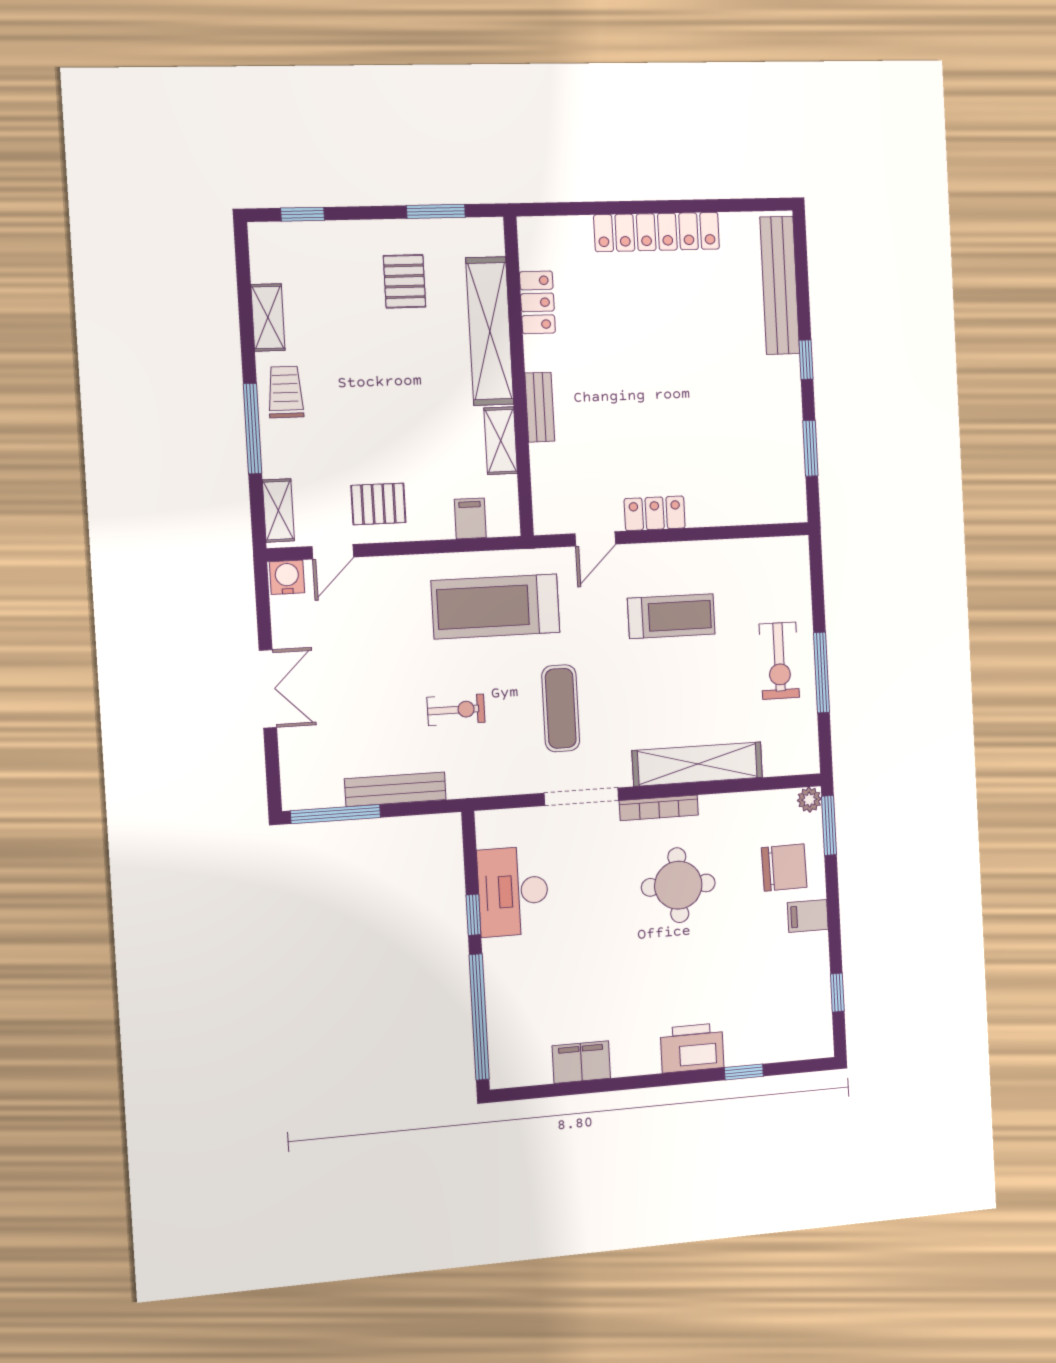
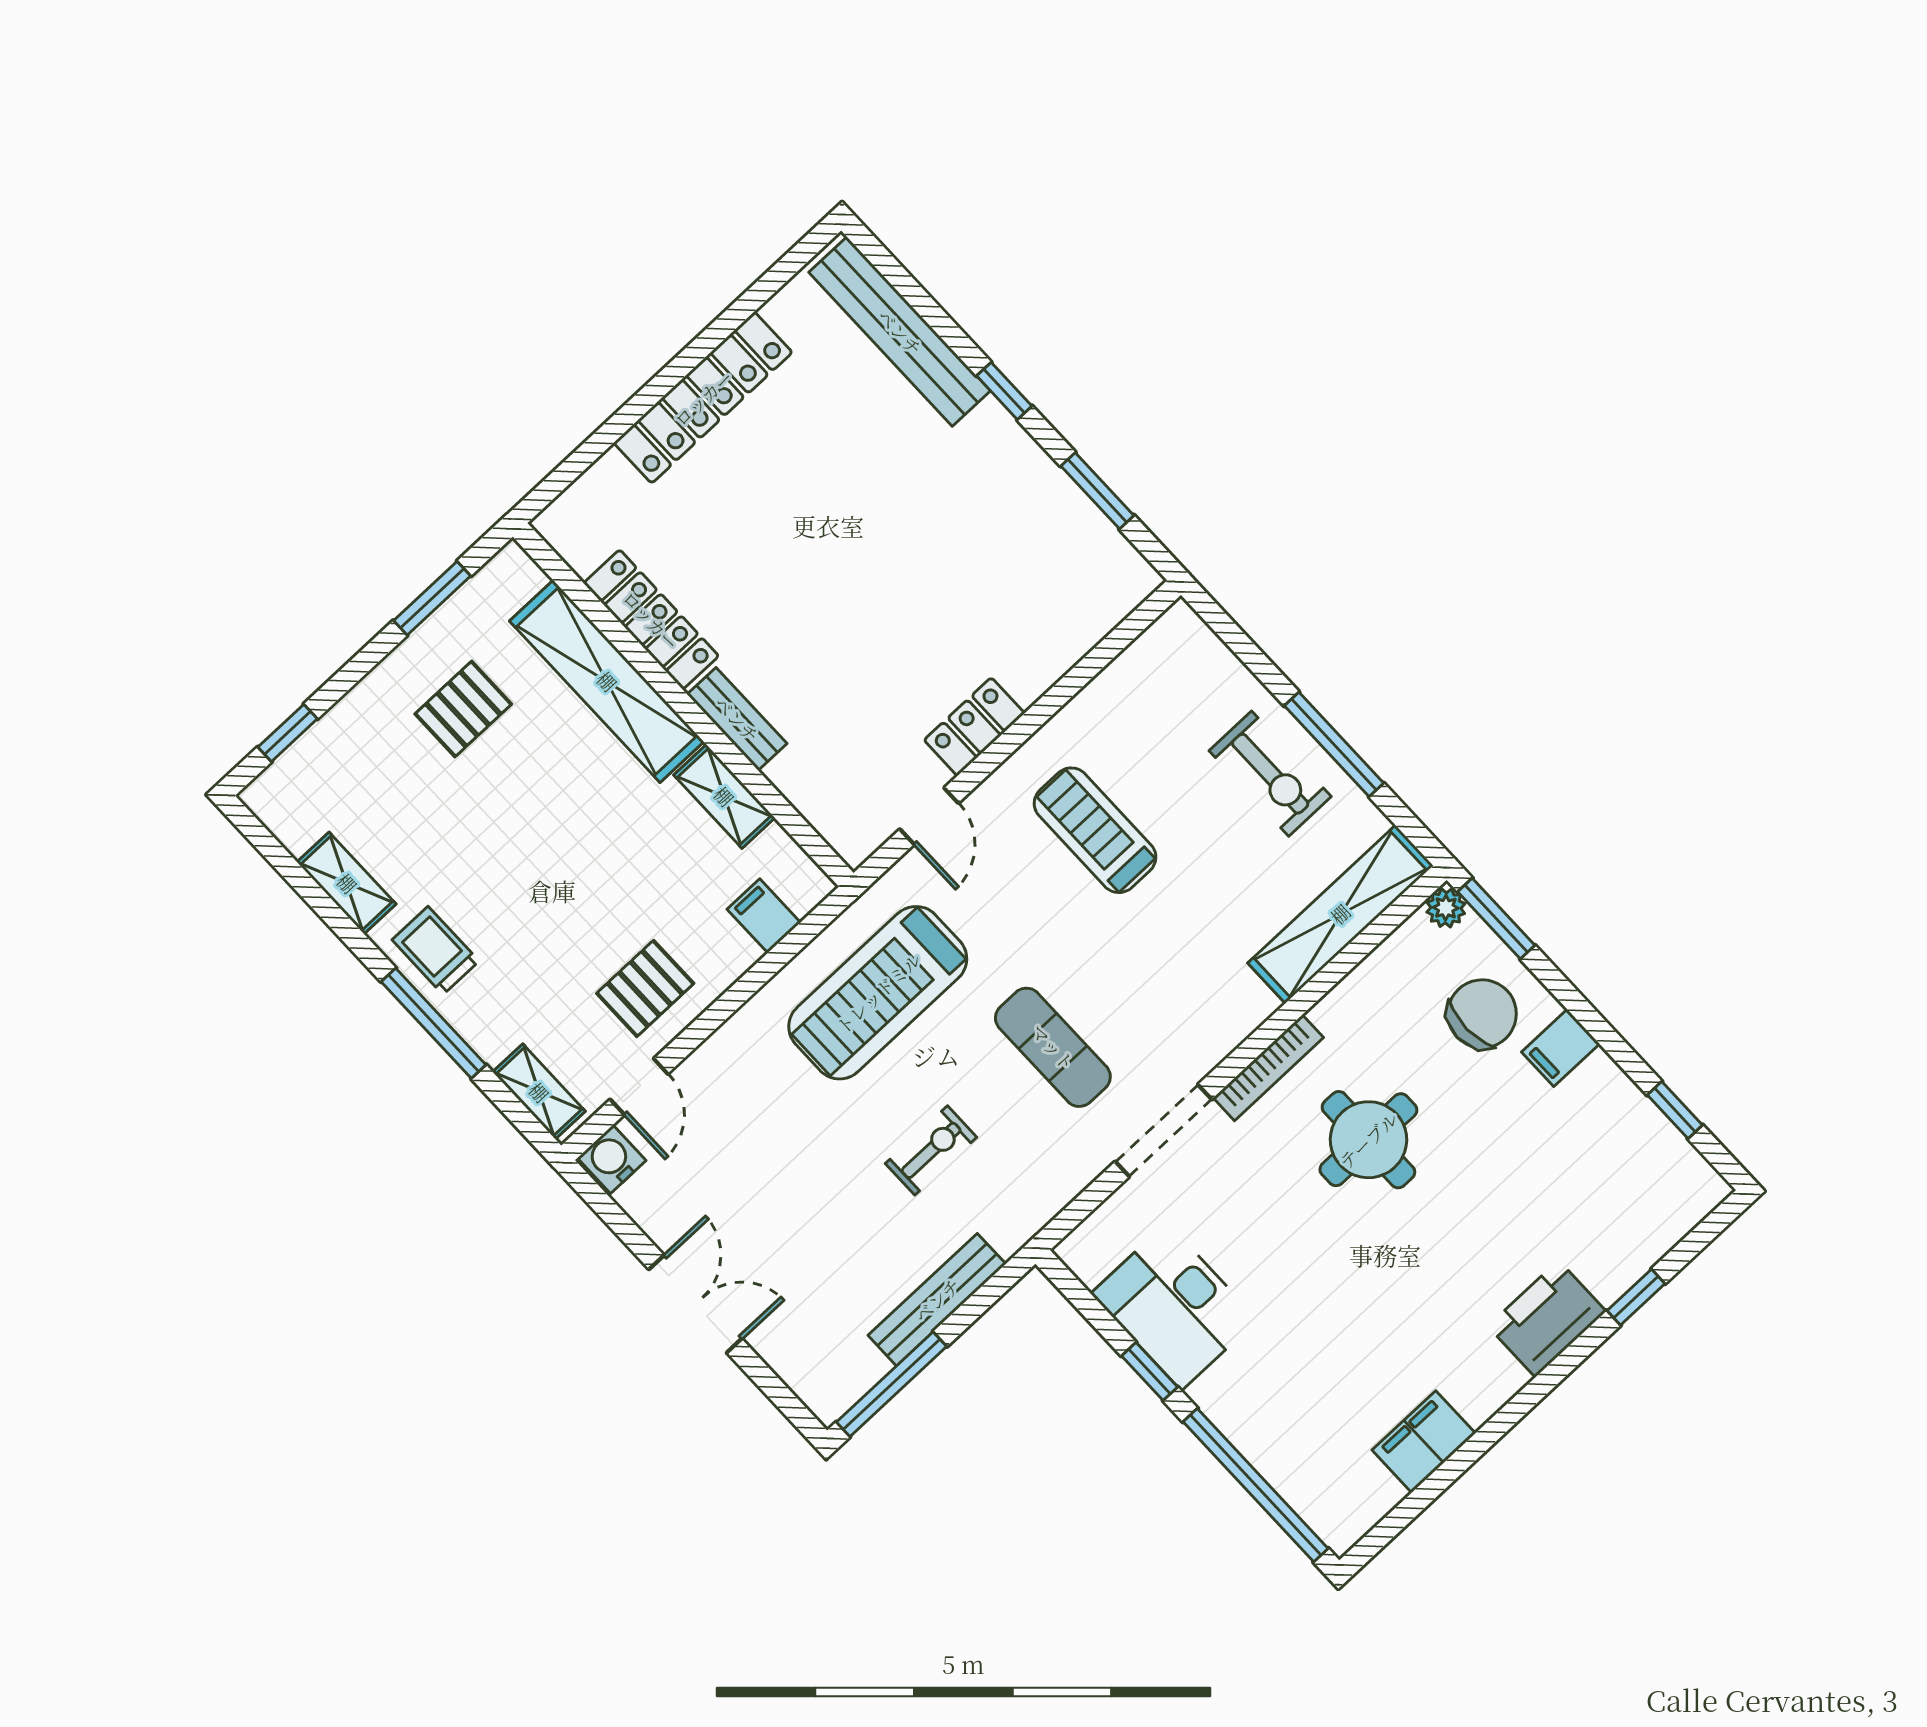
pallet: (404, 281) -> (463, 709), turned 90
locker: (537, 302) -> (651, 620), width x1.53
treadmill: (671, 616) -> (1095, 830), turned -90
shelving: (697, 764) -> (1340, 914), moved

